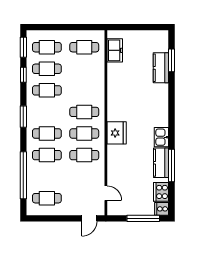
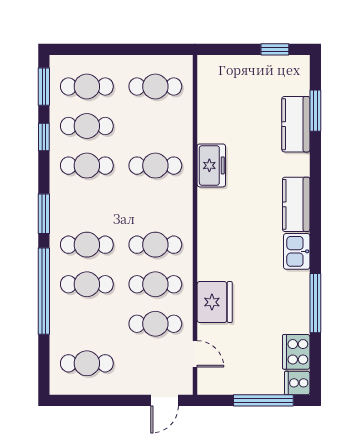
window: (149, 27) -> (275, 49), added
freezer: (115, 50) -> (211, 165), moved
cafe table: (84, 112) -> (155, 166), moved
fridge: (117, 133) -> (215, 302), moved
kitchen counter: (161, 163) -> (296, 204), moved
window: (23, 175) -> (44, 291), moved
cafe table: (84, 177) -> (155, 324), added

